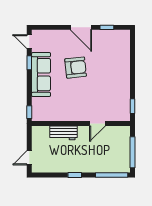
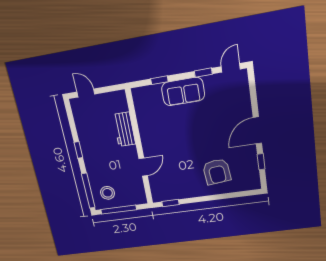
armchair: (76, 68) -> (217, 172), moved
sofa: (41, 75) -> (183, 92), width x0.73
window: (29, 112) -> (159, 80), moved
door: (97, 123) -> (143, 167), swing flipped
stool: (116, 159) -> (107, 193), added

